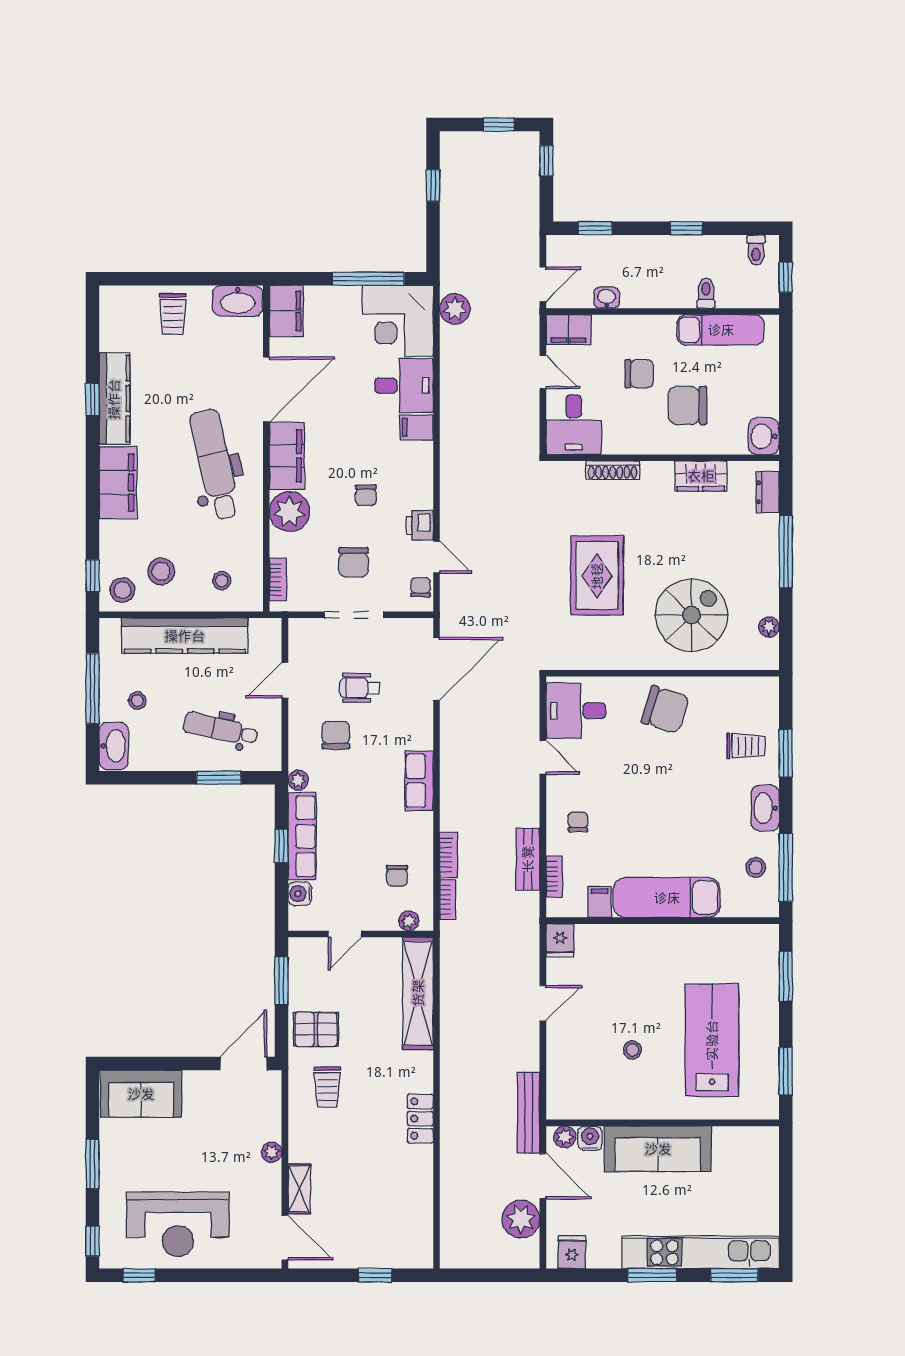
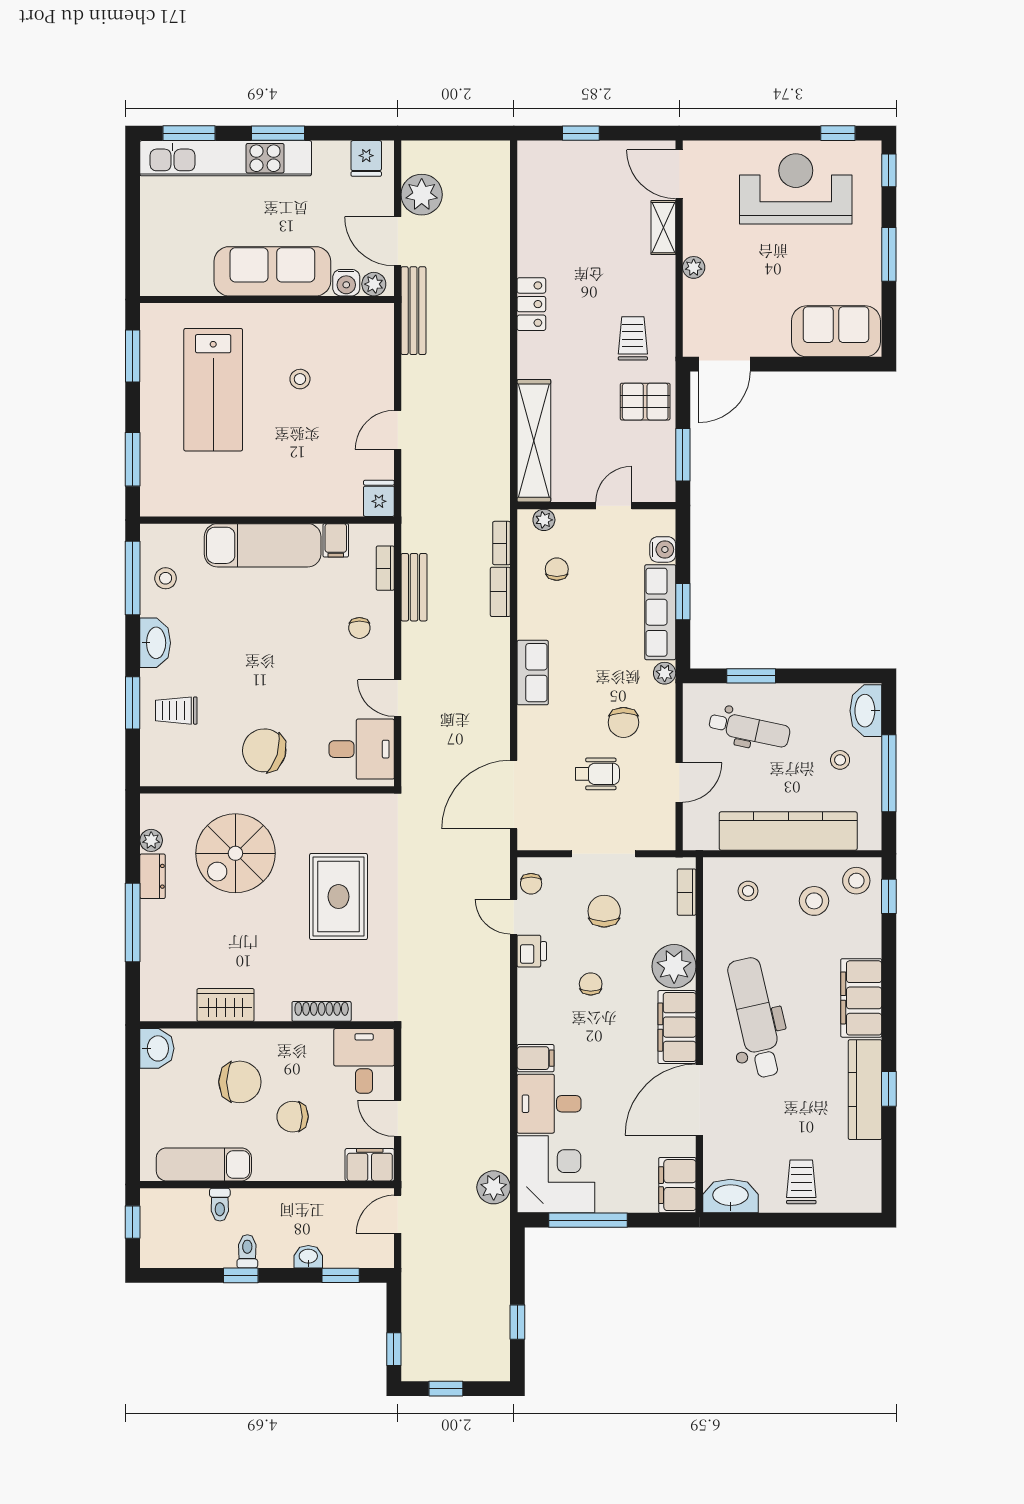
toilet: (756, 250) -> (247, 1251), moved
washbasin: (607, 298) -> (308, 1257), moved, turned 180
dental chair: (215, 464) -> (755, 1018), turned 180
dresser: (768, 492) -> (153, 876), moved

